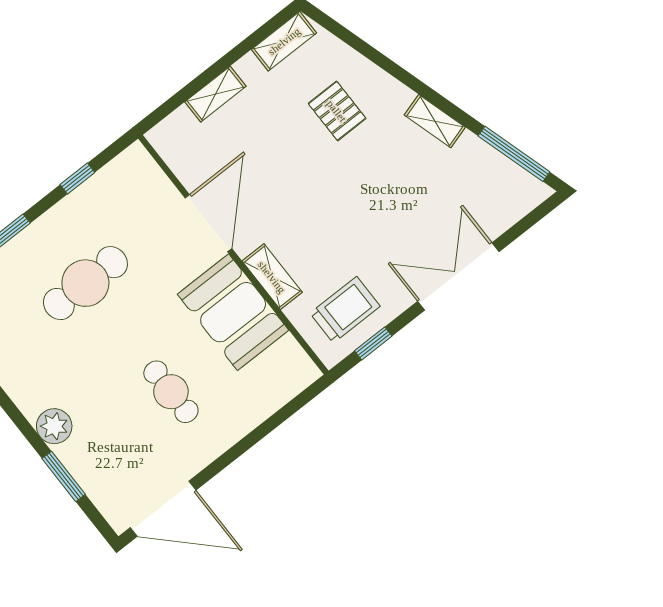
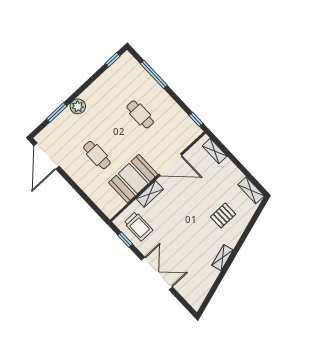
shelving: (215, 94) -> (215, 151), moved
window: (514, 154) -> (211, 293), removed
window: (77, 178) -> (196, 119), moved
cafe table: (85, 283) -> (140, 114), width x0.73, depth x0.74
cafe table: (171, 392) -> (97, 155), turned 90

